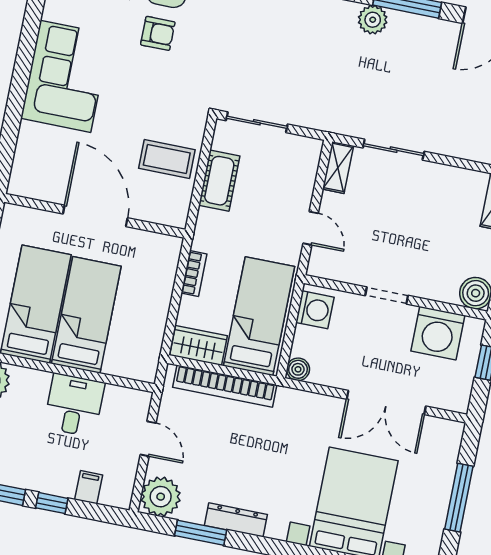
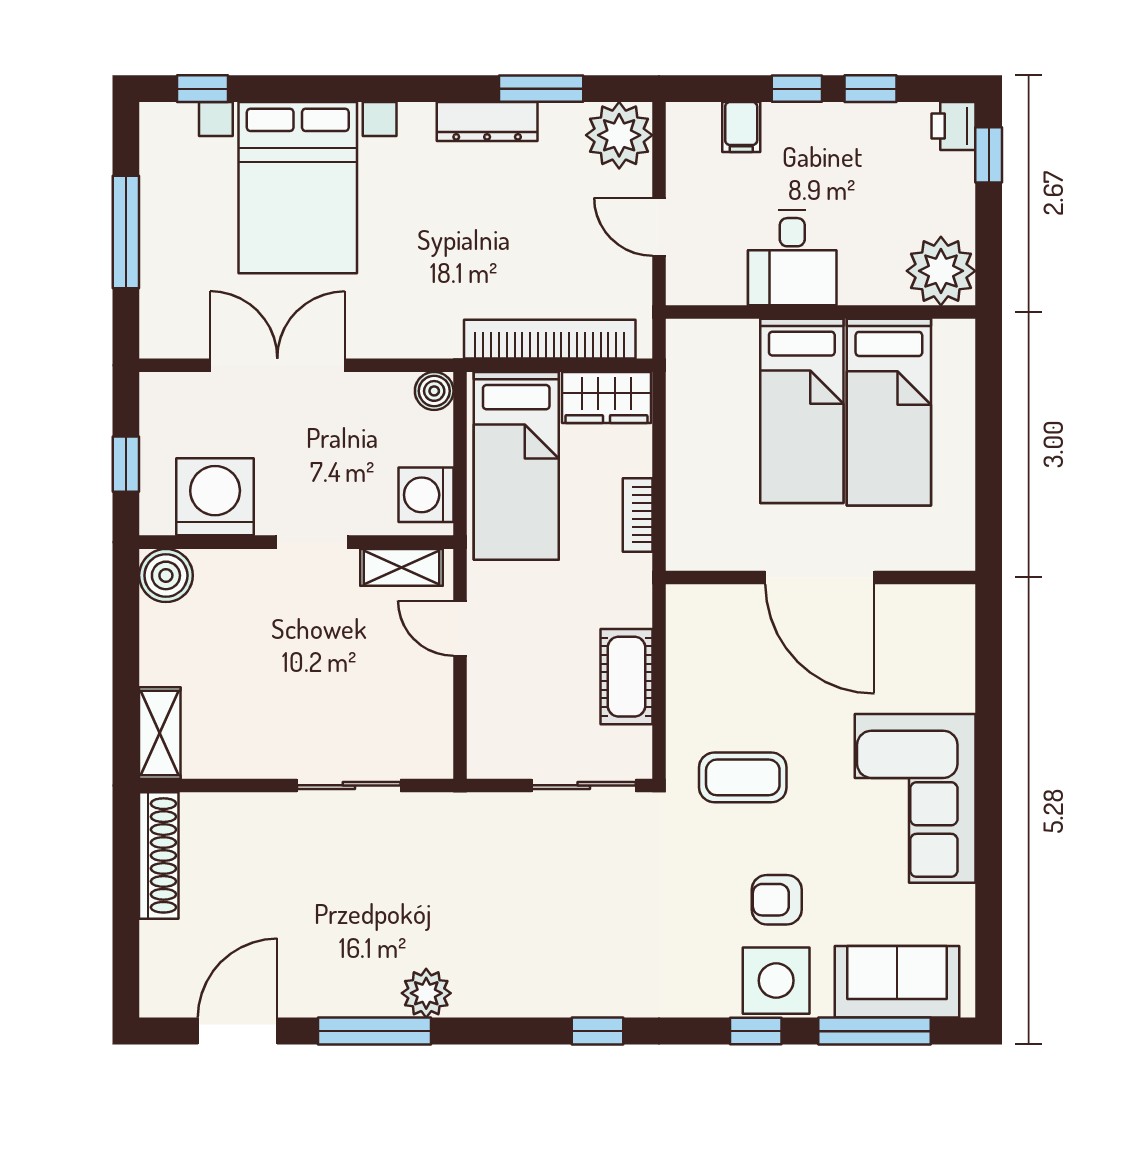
coffee table: (167, 159) -> (743, 777), moved
shelving: (338, 167) -> (401, 567), moved, turned 90

